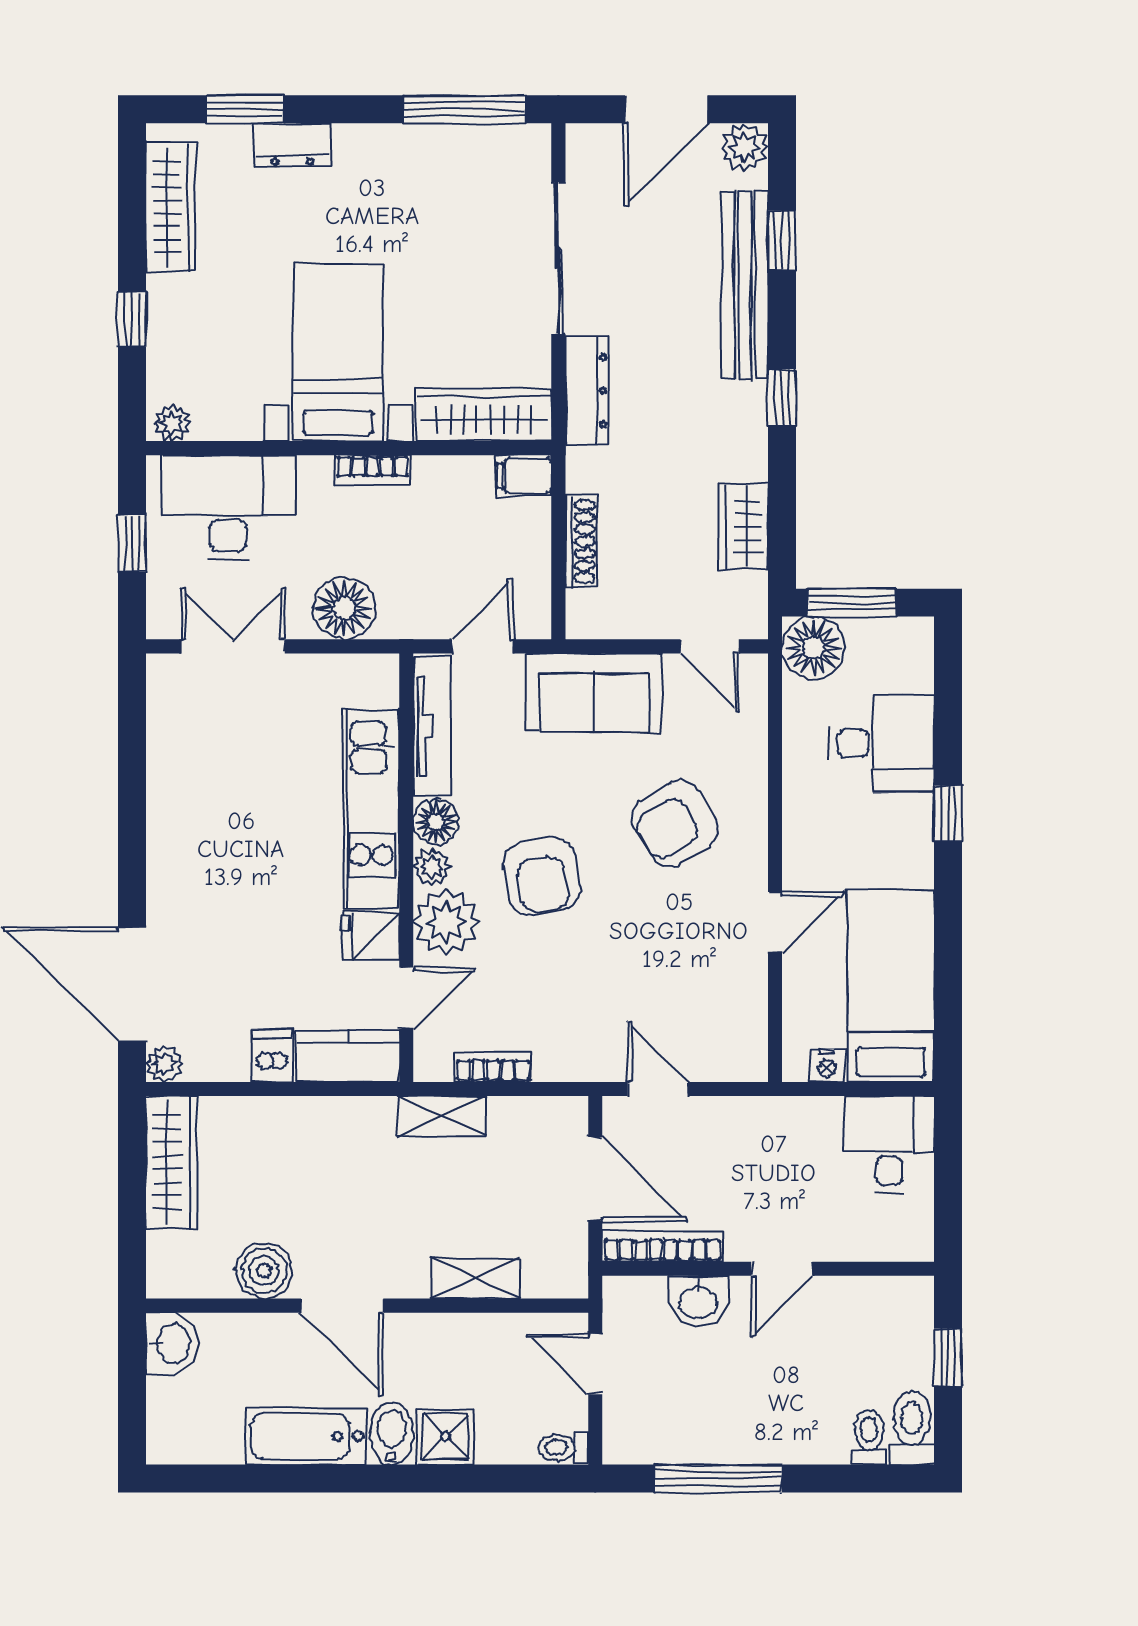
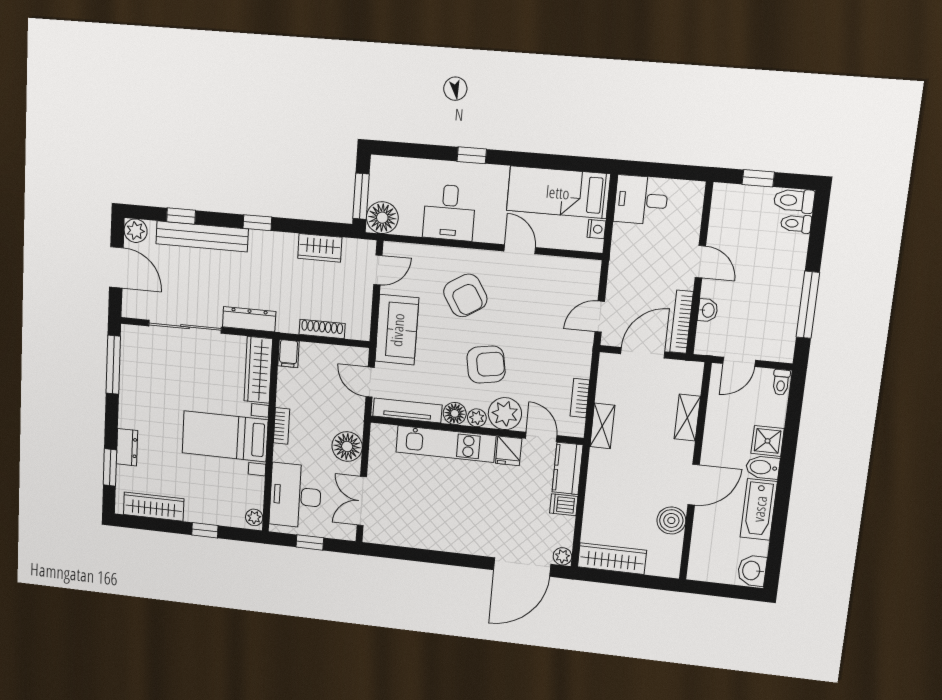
desk: (881, 743) -> (449, 212), moved, turned 180
washbasin: (698, 1301) -> (708, 310), width x0.72, depth x0.69
washbasin: (172, 1343) -> (752, 571), moved, turned -90

